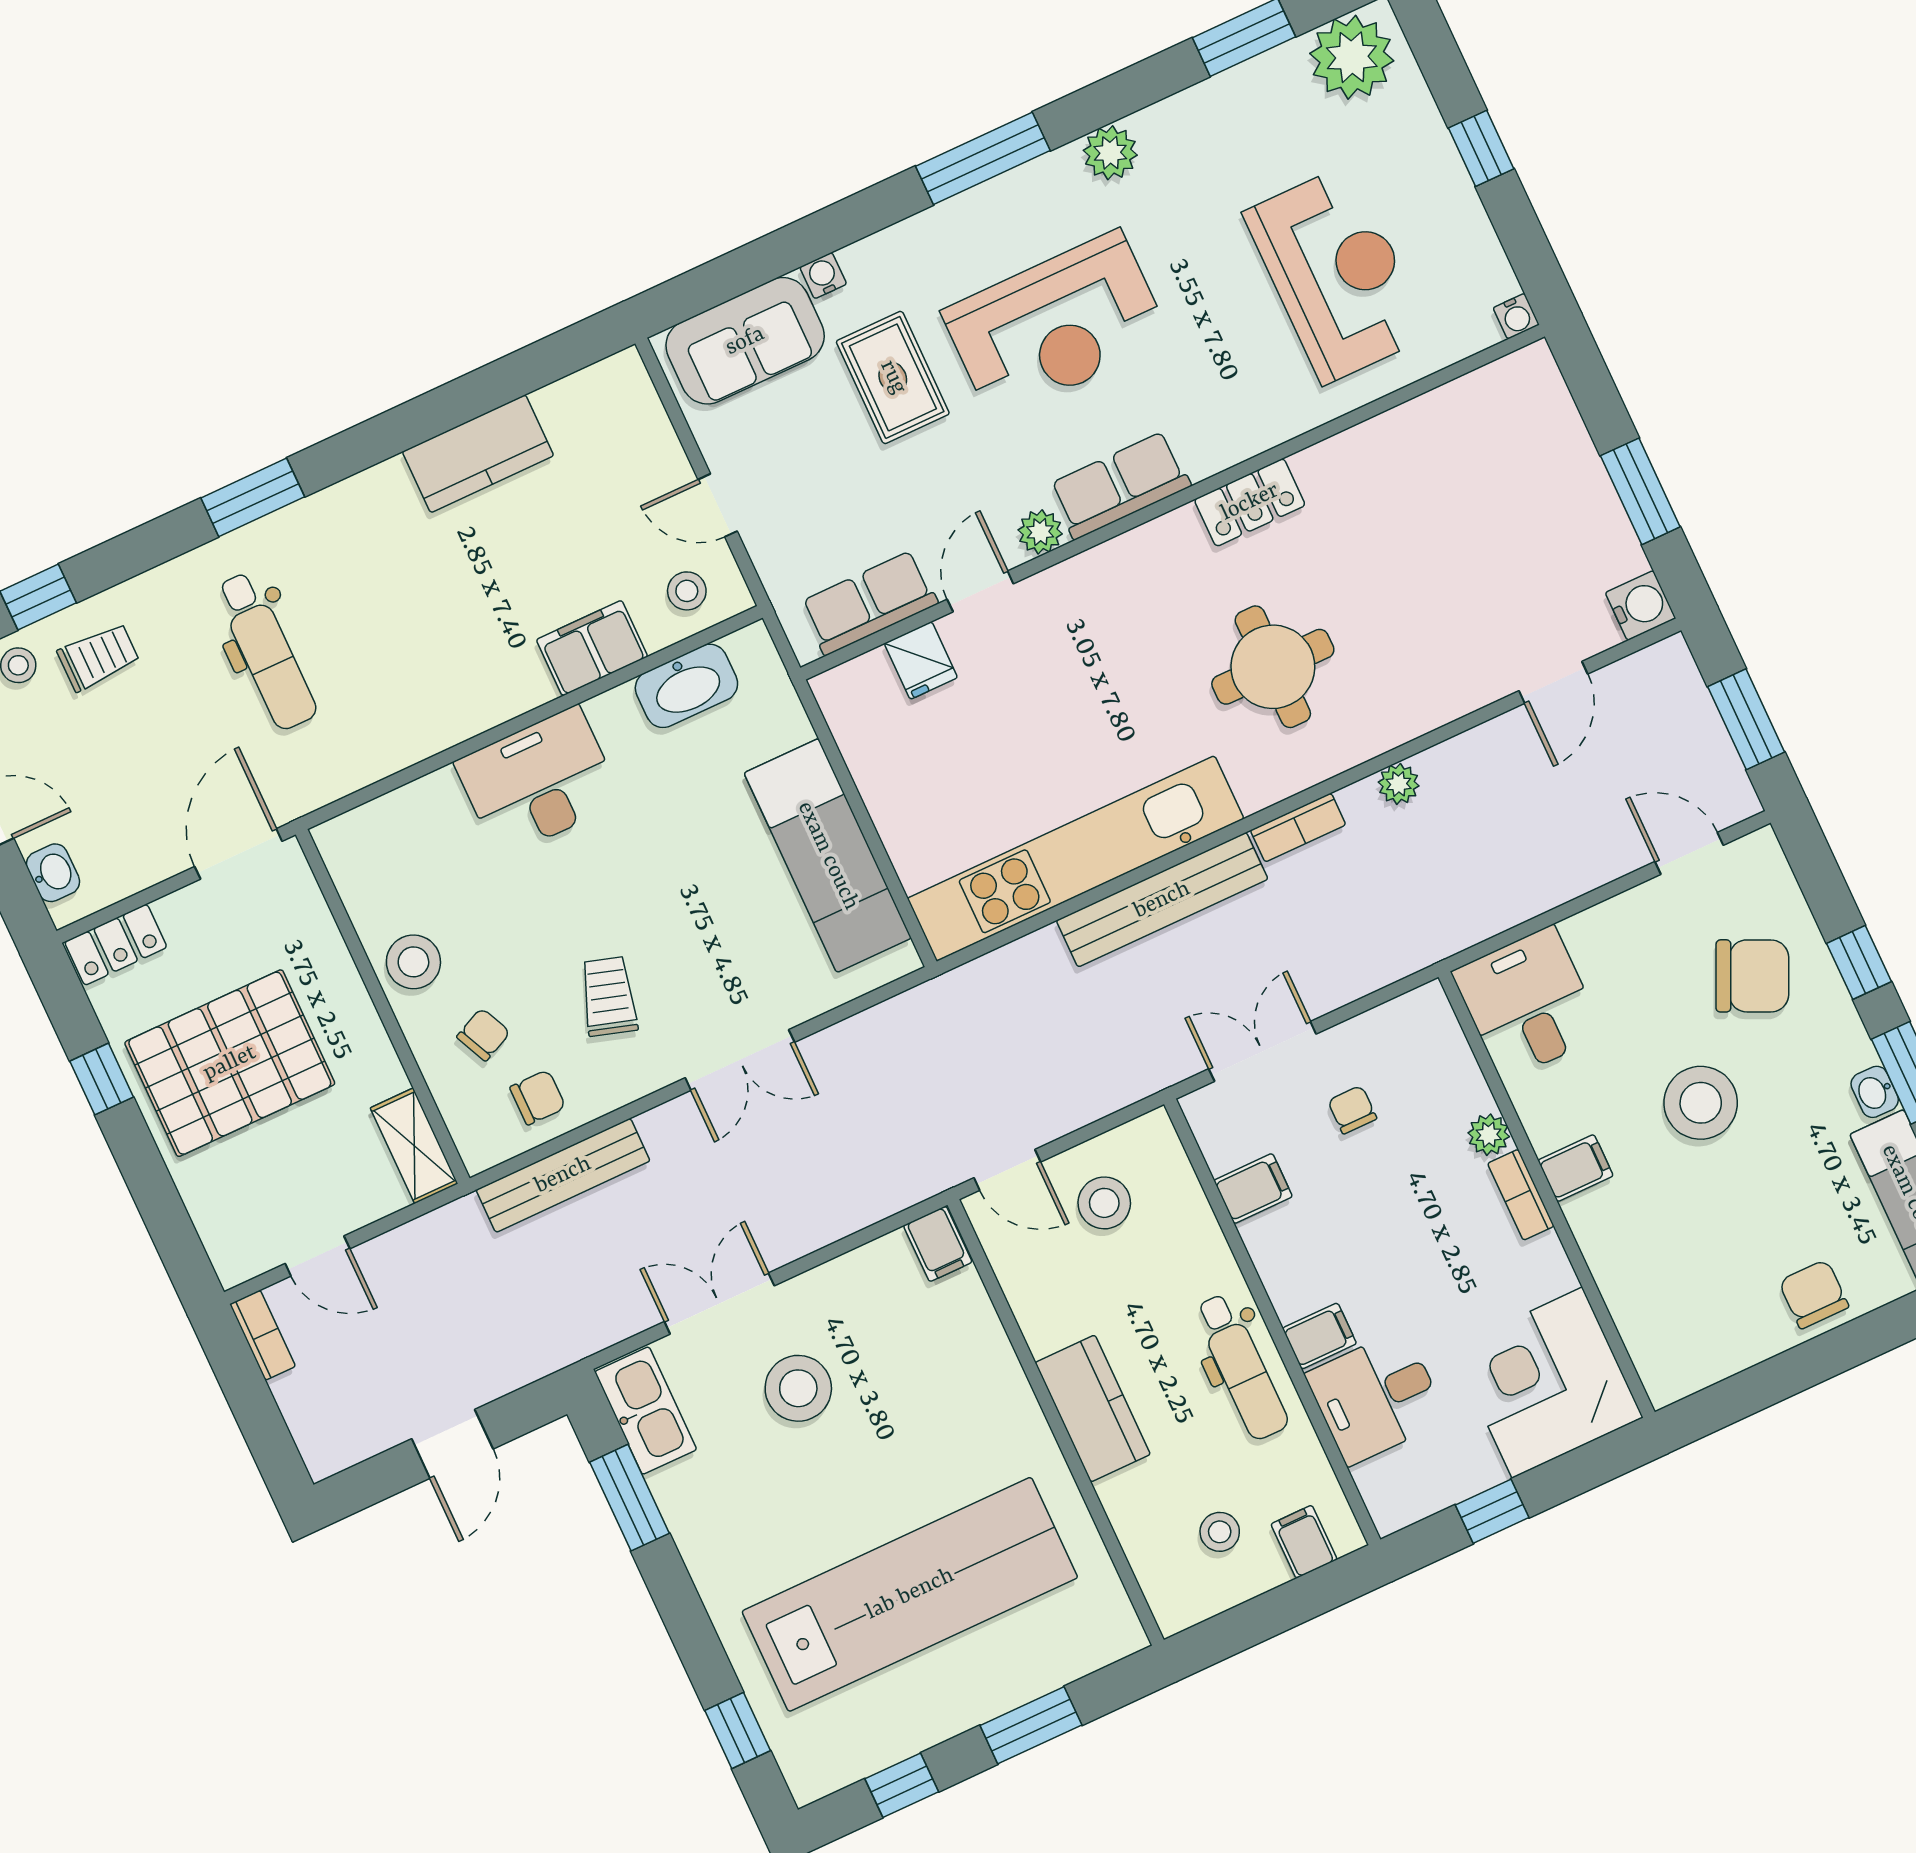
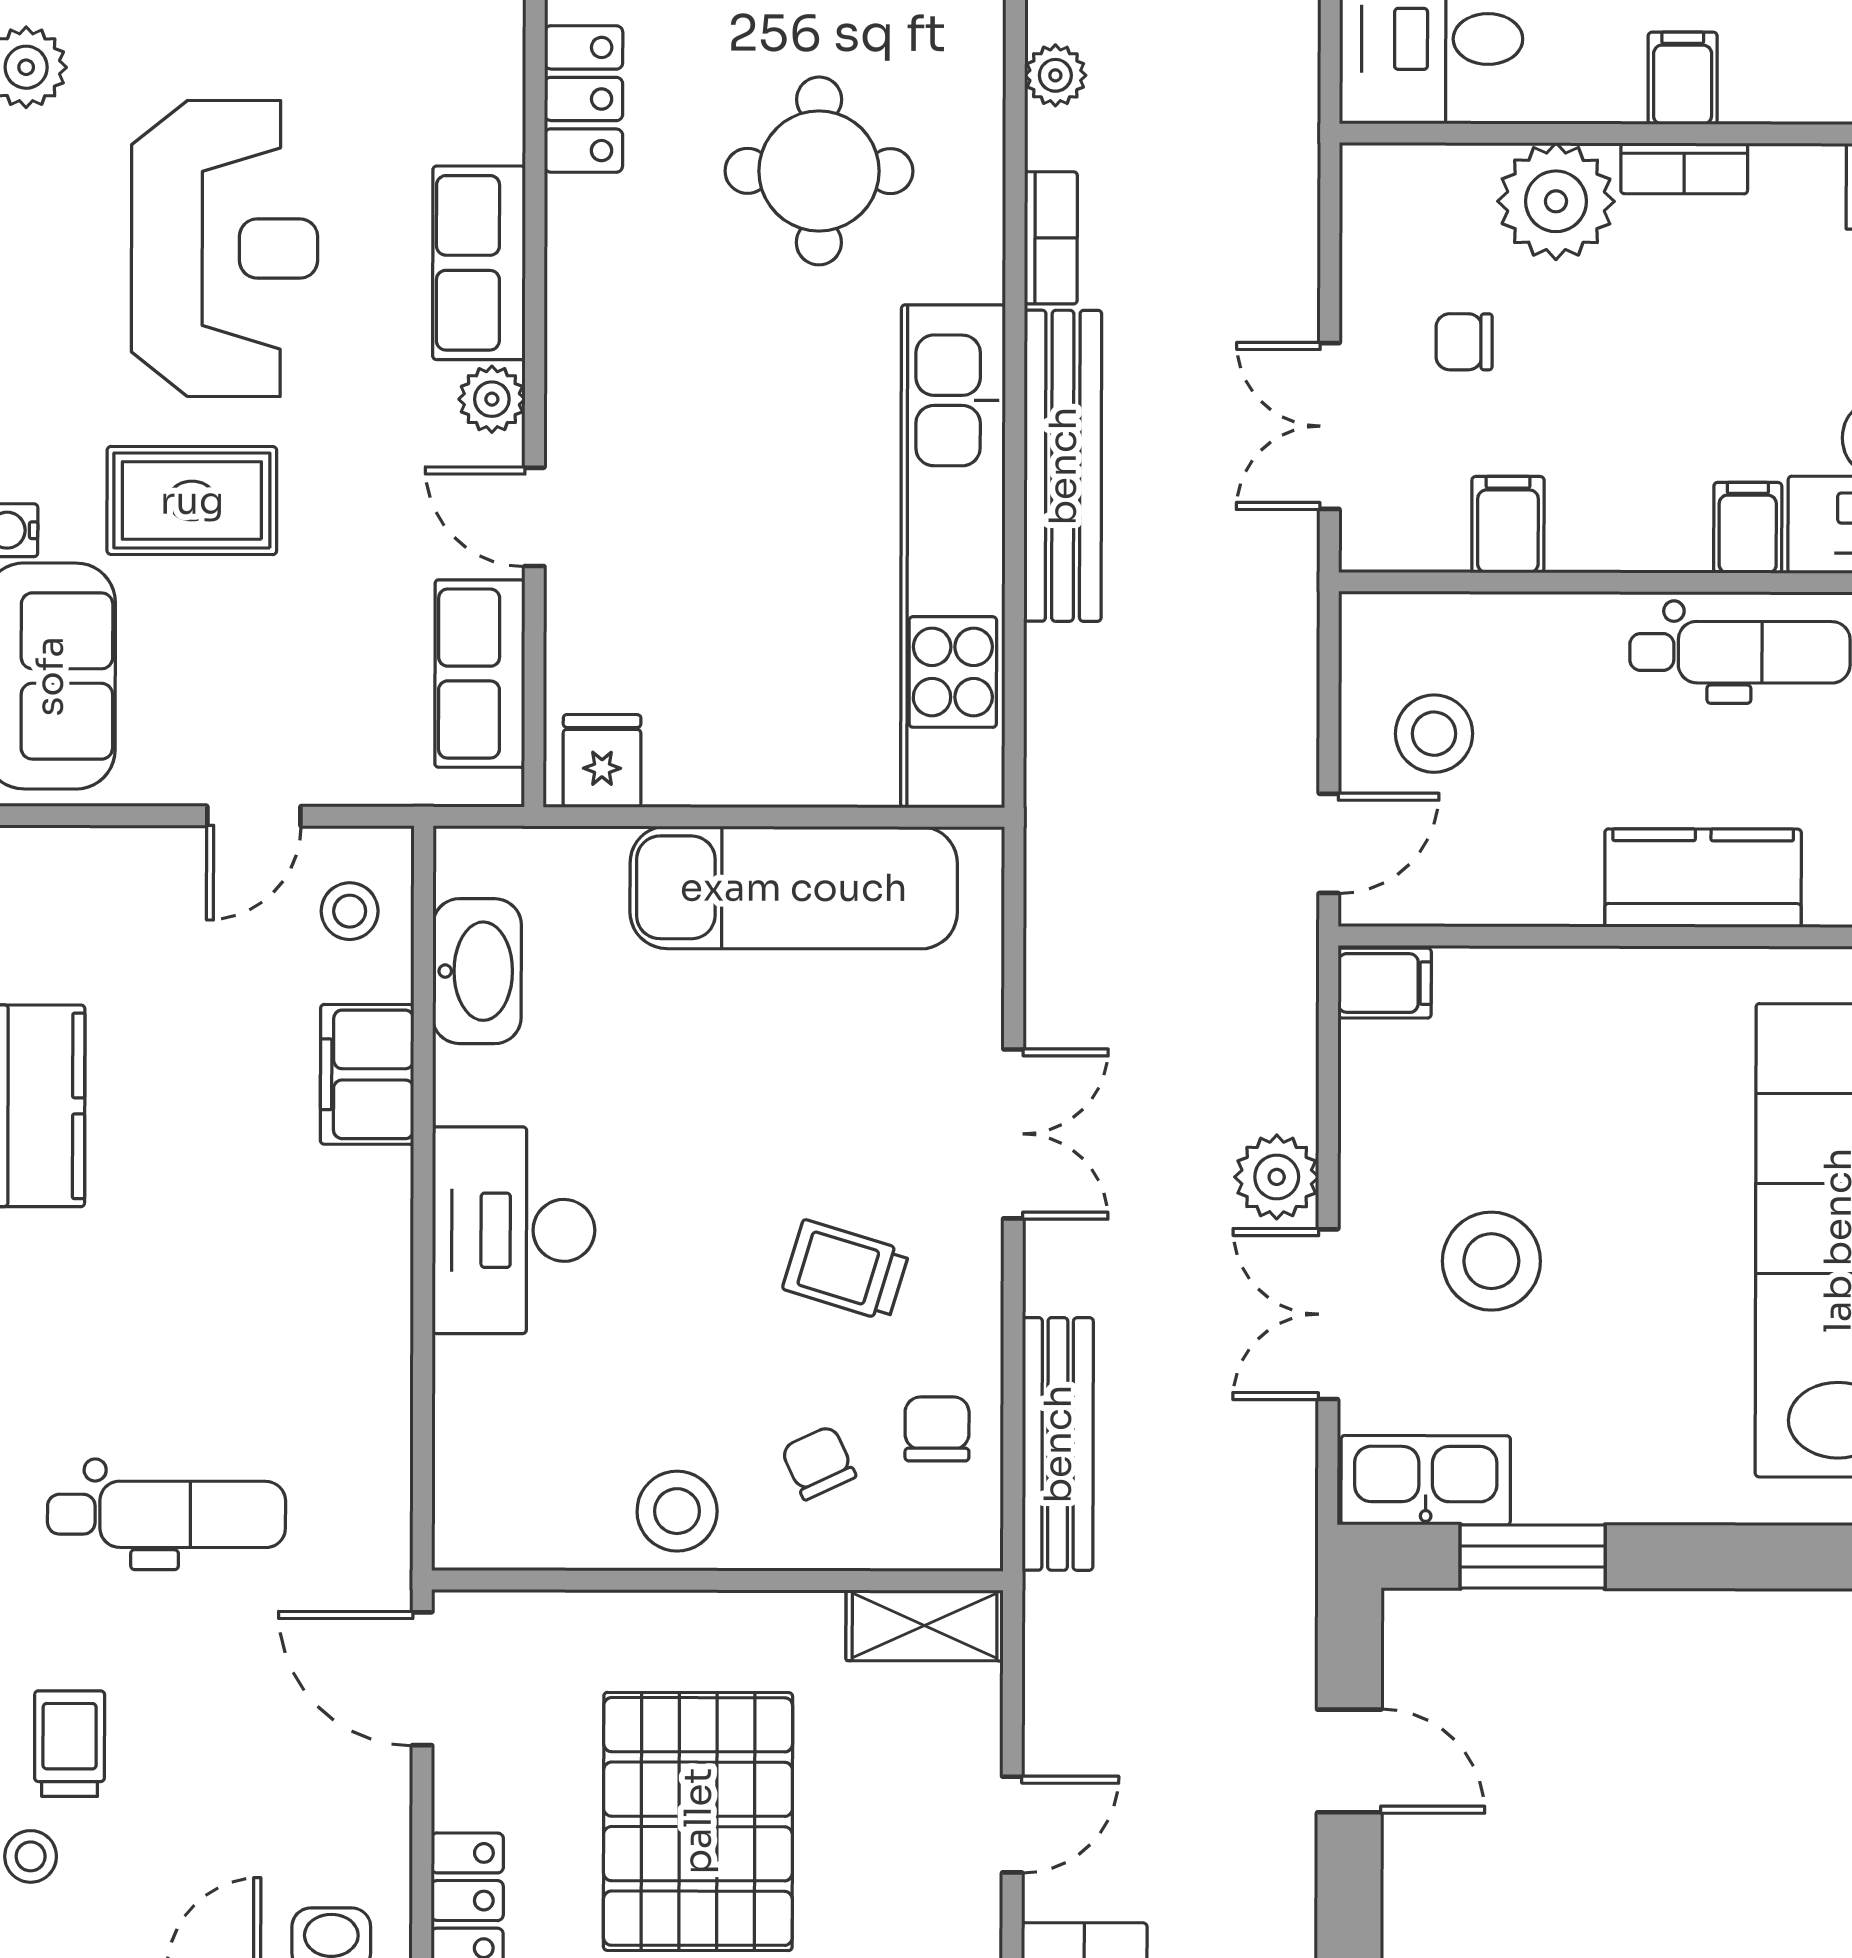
fridge: (921, 660) -> (602, 761), moved, turned -90
plant: (1489, 1135) -> (1556, 201), width x1.88, depth x1.88
plant: (789, 1233) -> (1277, 1177), added

